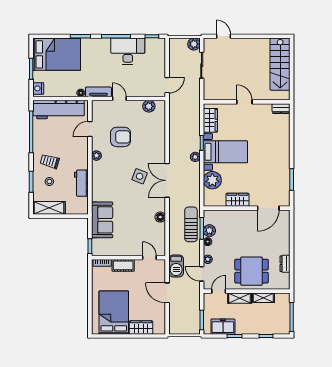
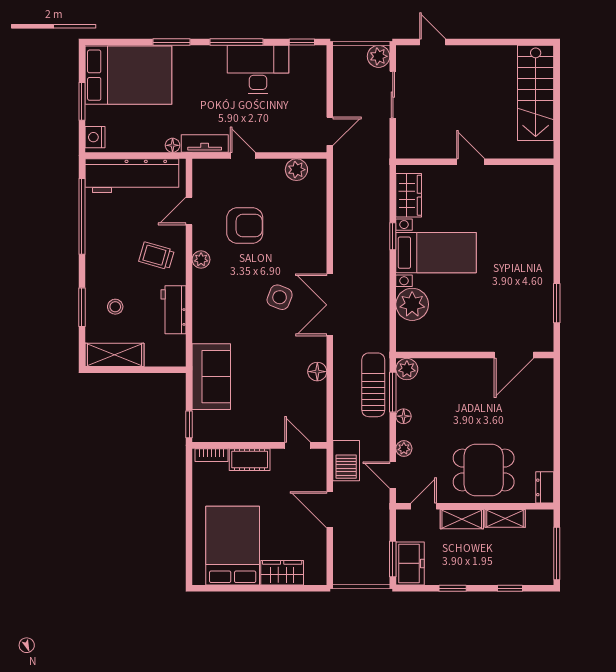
dresser: (281, 109) -> (537, 174), removed
plant: (195, 157) -> (381, 262), removed
trolley: (50, 161) -> (157, 256), moved
wardrobe: (237, 200) -> (458, 340), removed
plant: (209, 231) -> (407, 369), moved
dresser: (285, 264) -> (545, 487), moved
freezer: (223, 327) -> (410, 563), moved, turned 90

